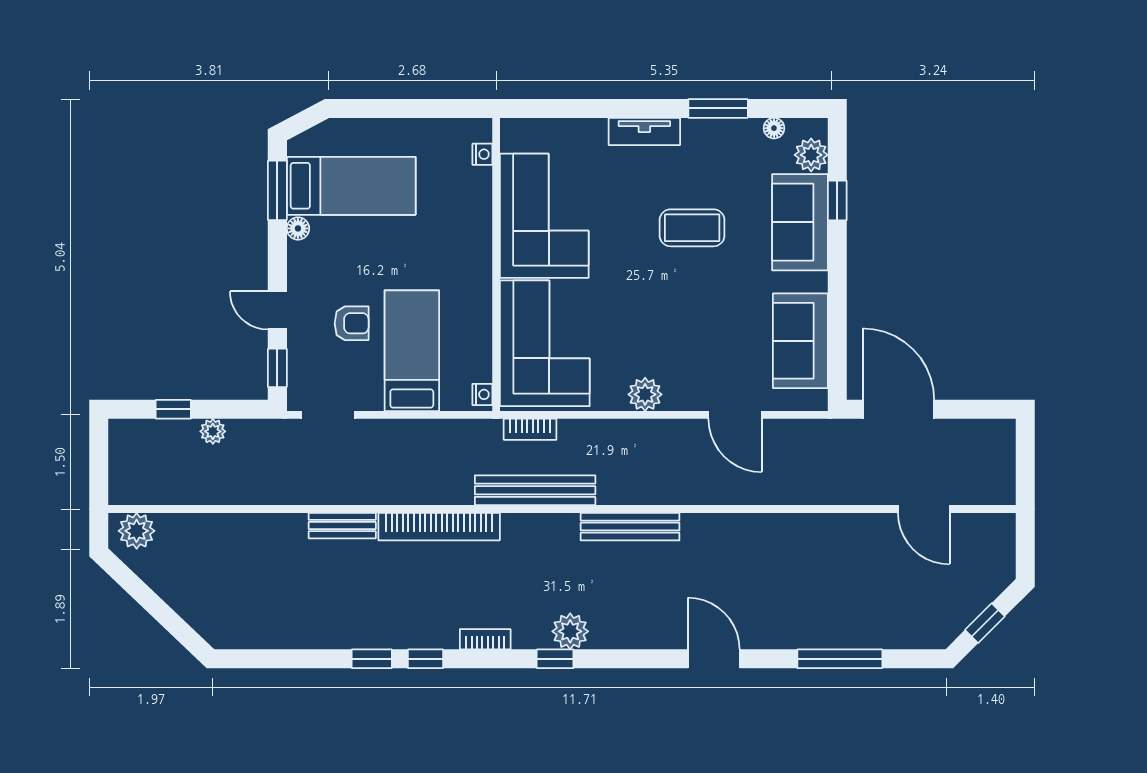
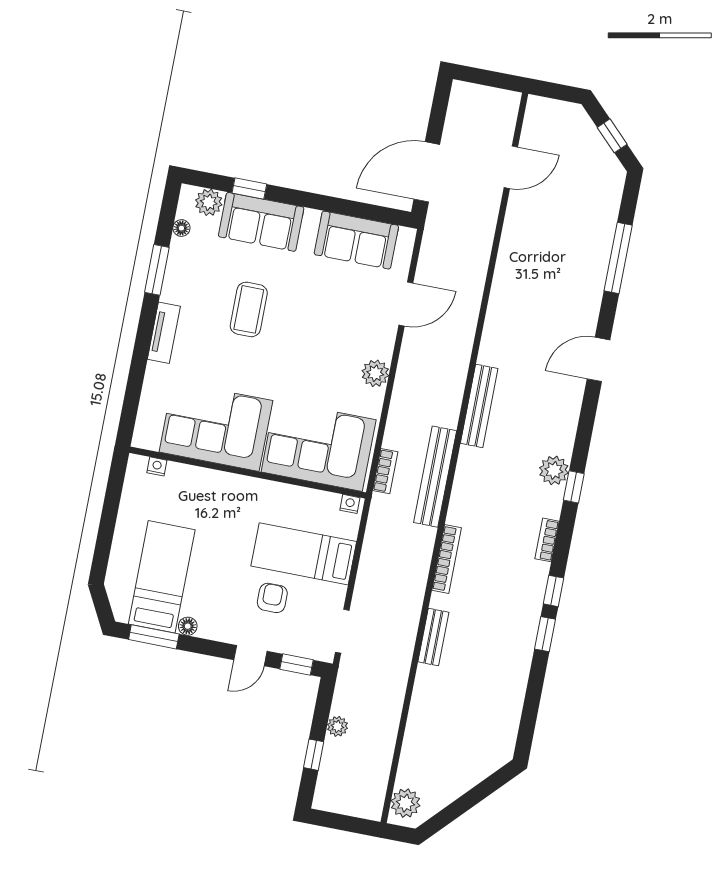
bookcase: (439, 527) -> (447, 559), width x0.68, depth x0.76

